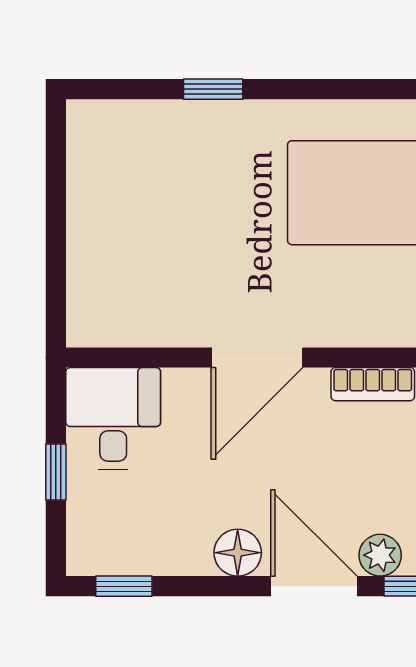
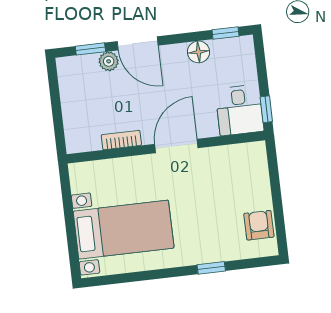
armchair: (101, 168) -> (259, 225), added
window: (56, 472) -> (266, 109), moved
floor lamp: (238, 553) -> (198, 52), moved

